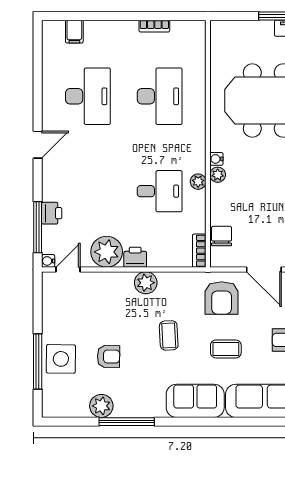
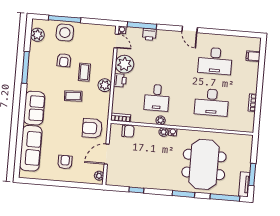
coffee table: (226, 349) -> (84, 72), moved
plant: (101, 406) -> (37, 35), moved

